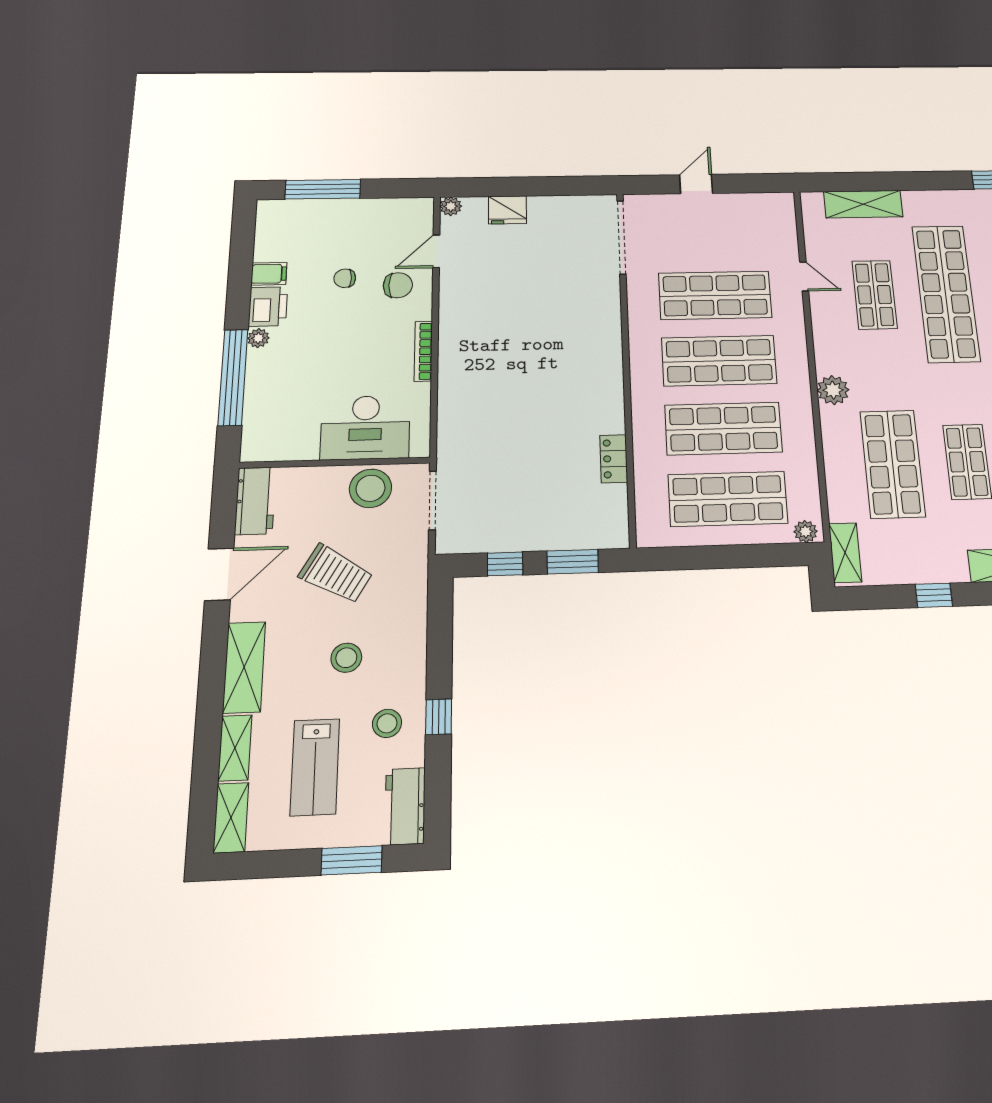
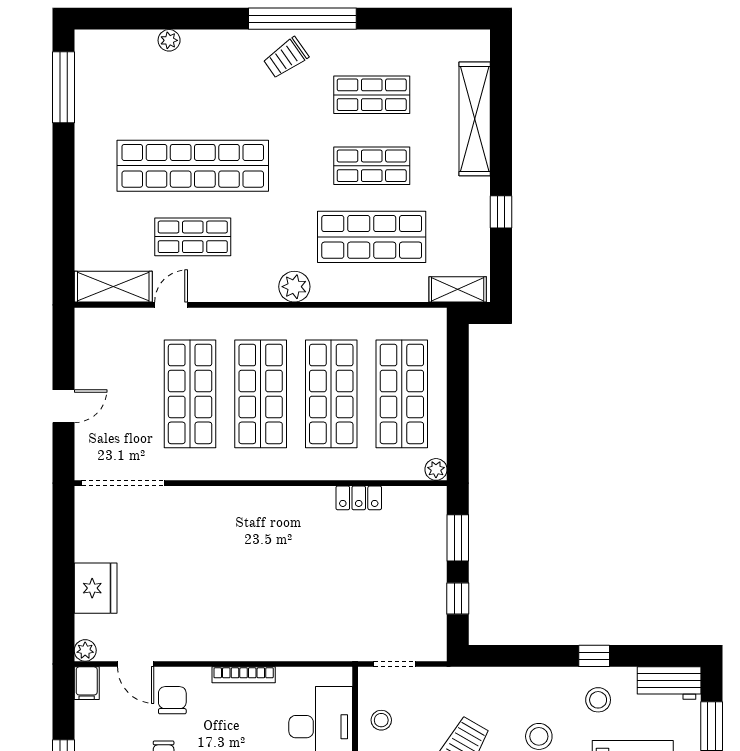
door: (696, 184) -> (64, 406), swing flipped
shelving: (863, 204) -> (113, 287), moved, turned 90
filing cabinet: (417, 208) -> (87, 683), added
fridge: (507, 210) -> (96, 588), width x1.36, depth x1.34
stool: (370, 488) -> (381, 720), width x0.53, depth x0.53
doorway: (432, 500) -> (395, 664), width x0.73
plant: (806, 532) -> (436, 469), moved

